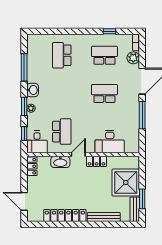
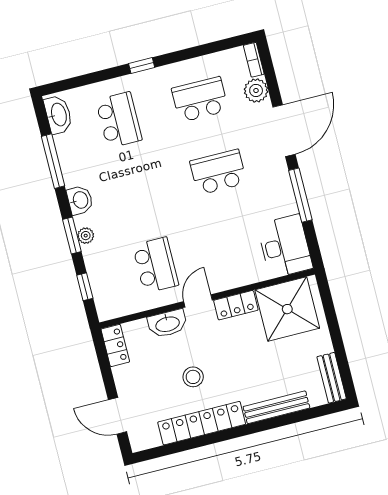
window: (110, 31) -> (142, 66), moved
washbasin: (33, 45) -> (58, 115), added
school desk: (62, 55) -> (119, 120), turned 180
desk: (37, 142) -> (113, 297), removed
desk: (110, 142) -> (285, 246), moved, turned -90
shower: (126, 182) -> (287, 309), moved
stool: (66, 192) -> (193, 377), added
window: (142, 199) -> (341, 355), removed

